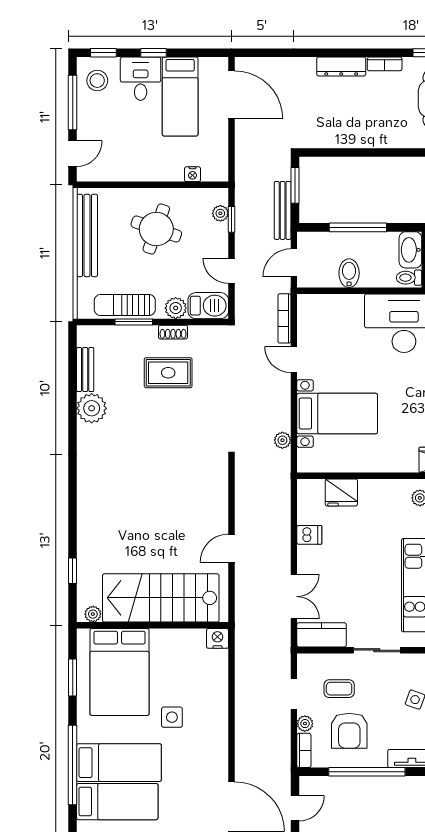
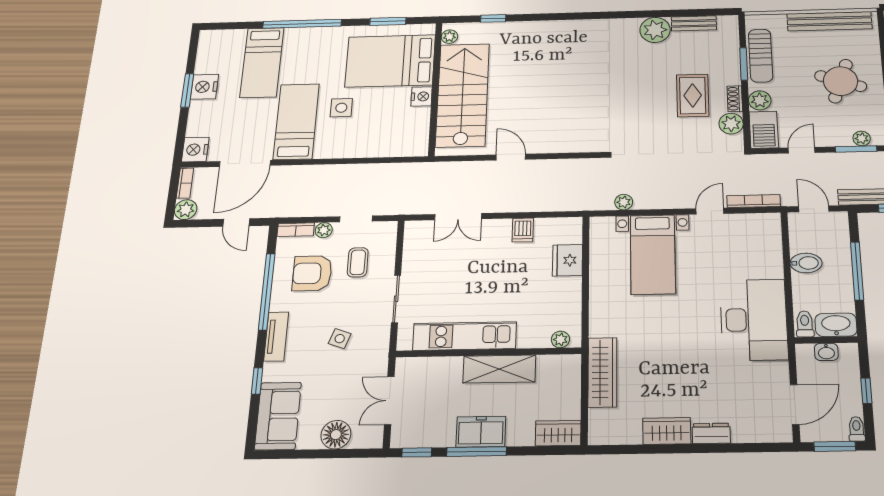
window: (232, 219) -> (856, 149), width x1.50
sun lounger: (125, 305) -> (761, 56), turned 180
plant: (201, 337) -> (731, 124), added
kitchen counter: (322, 635) -> (416, 244), removed
nightstand: (218, 638) -> (422, 96), moved
bed: (119, 763) -> (296, 121), moved, turned 180

